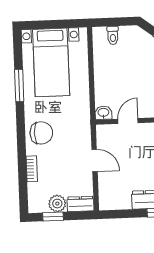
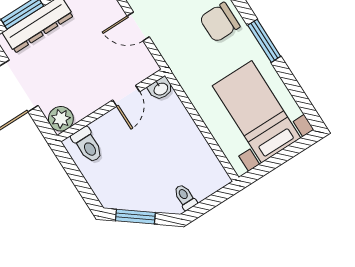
toilet: (113, 35) -> (185, 197), moved
window: (19, 85) -> (264, 41), moved

